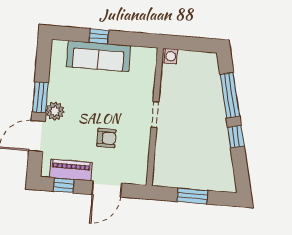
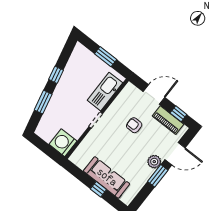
washing machine: (170, 56) -> (63, 143), width x1.89, depth x1.89
window: (230, 95) -> (43, 102), width x0.69
kitchen sink: (166, 155) -> (105, 92), added

